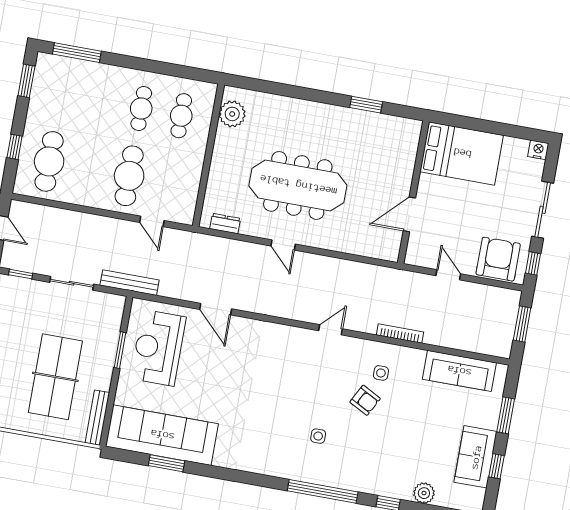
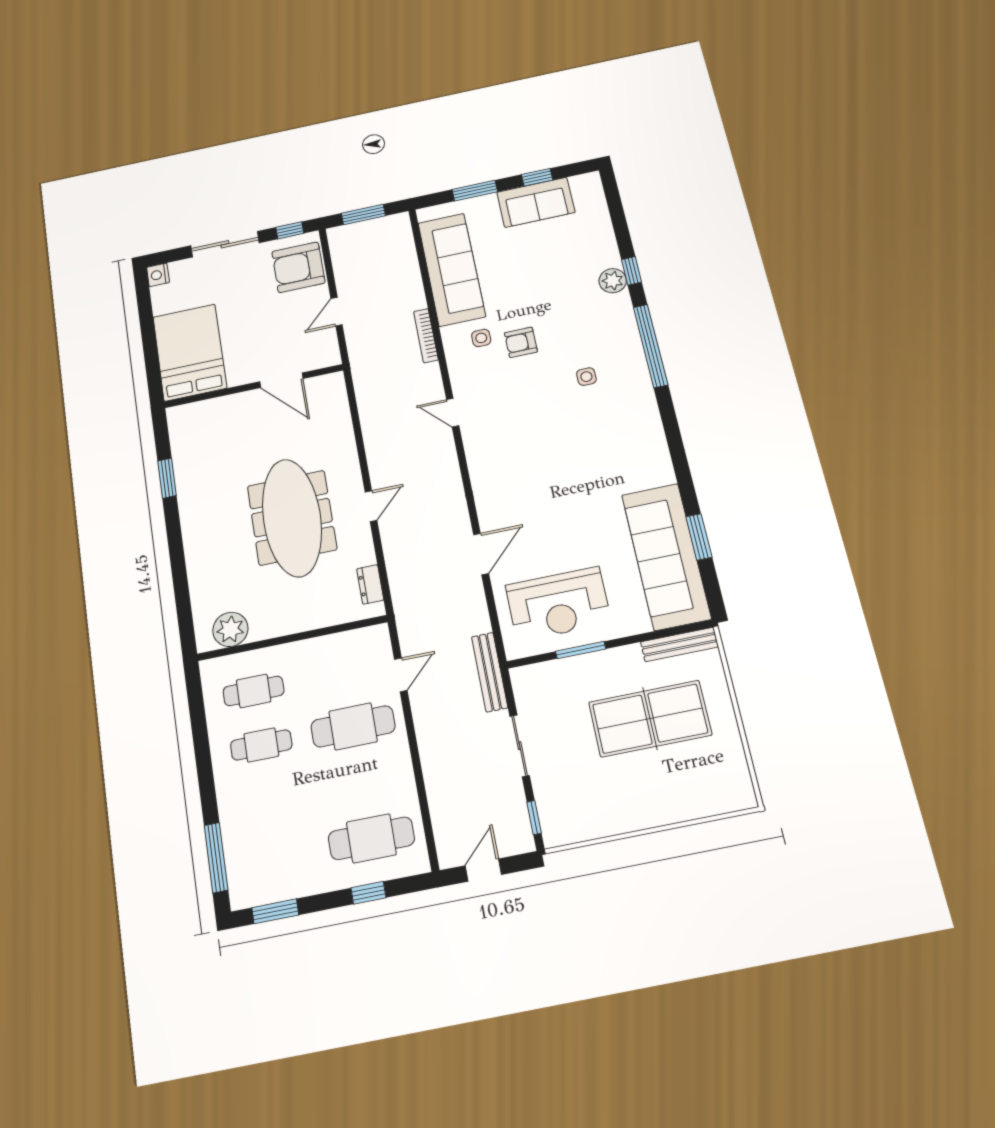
sofa: (459, 371) -> (452, 269), width x1.36, depth x1.27
armchair: (365, 400) -> (521, 342), turned -118
plant: (424, 493) -> (613, 281), moved

